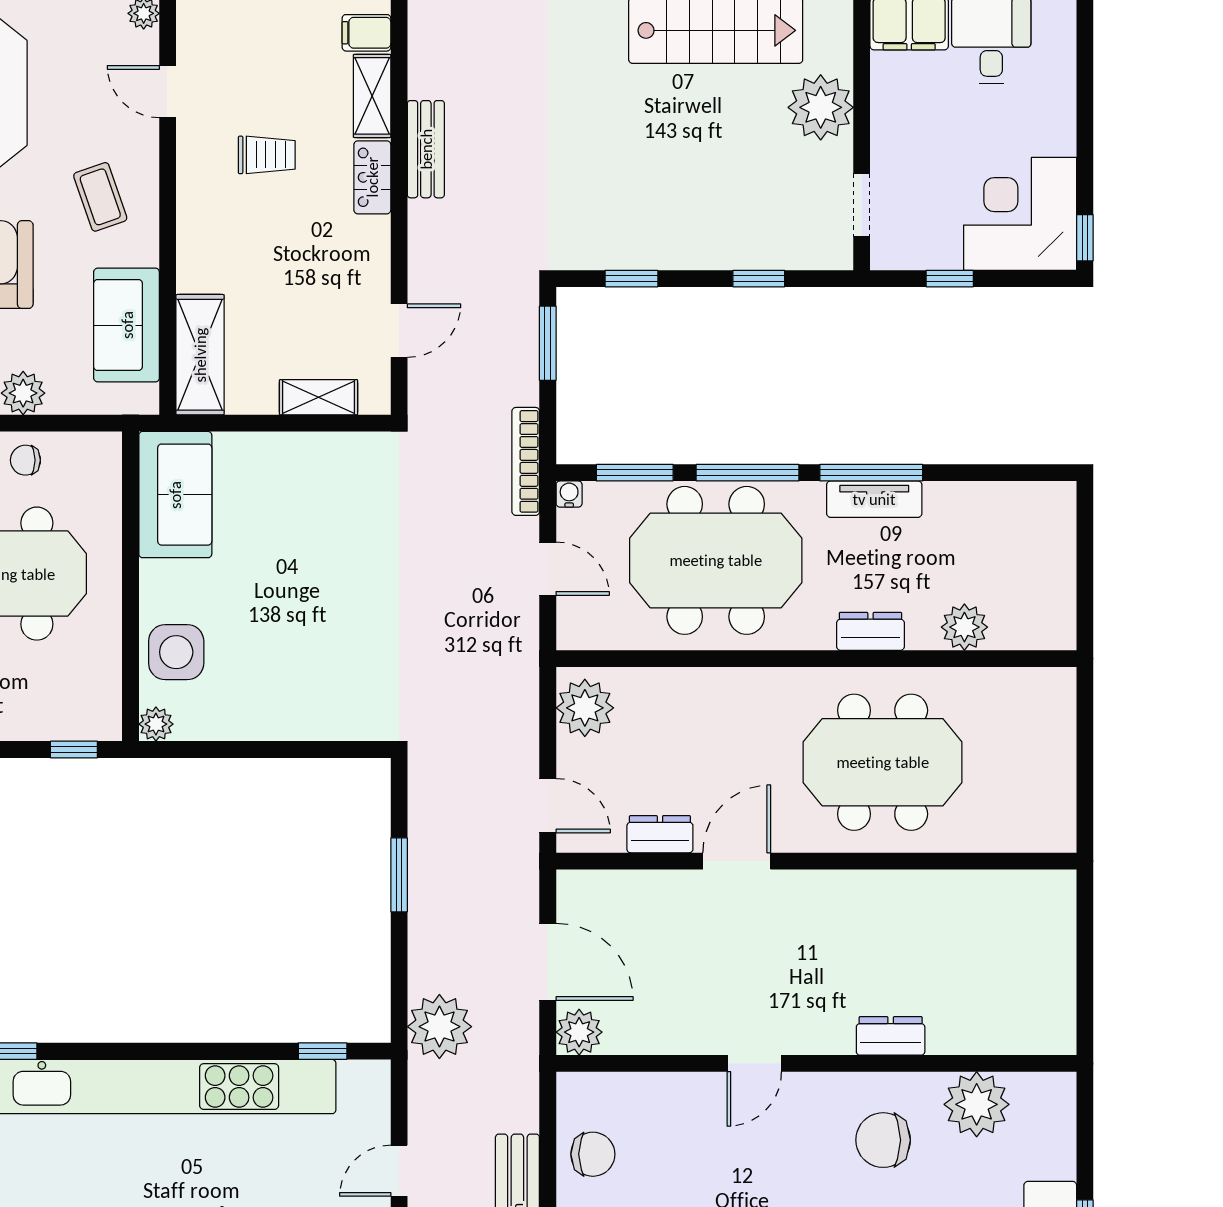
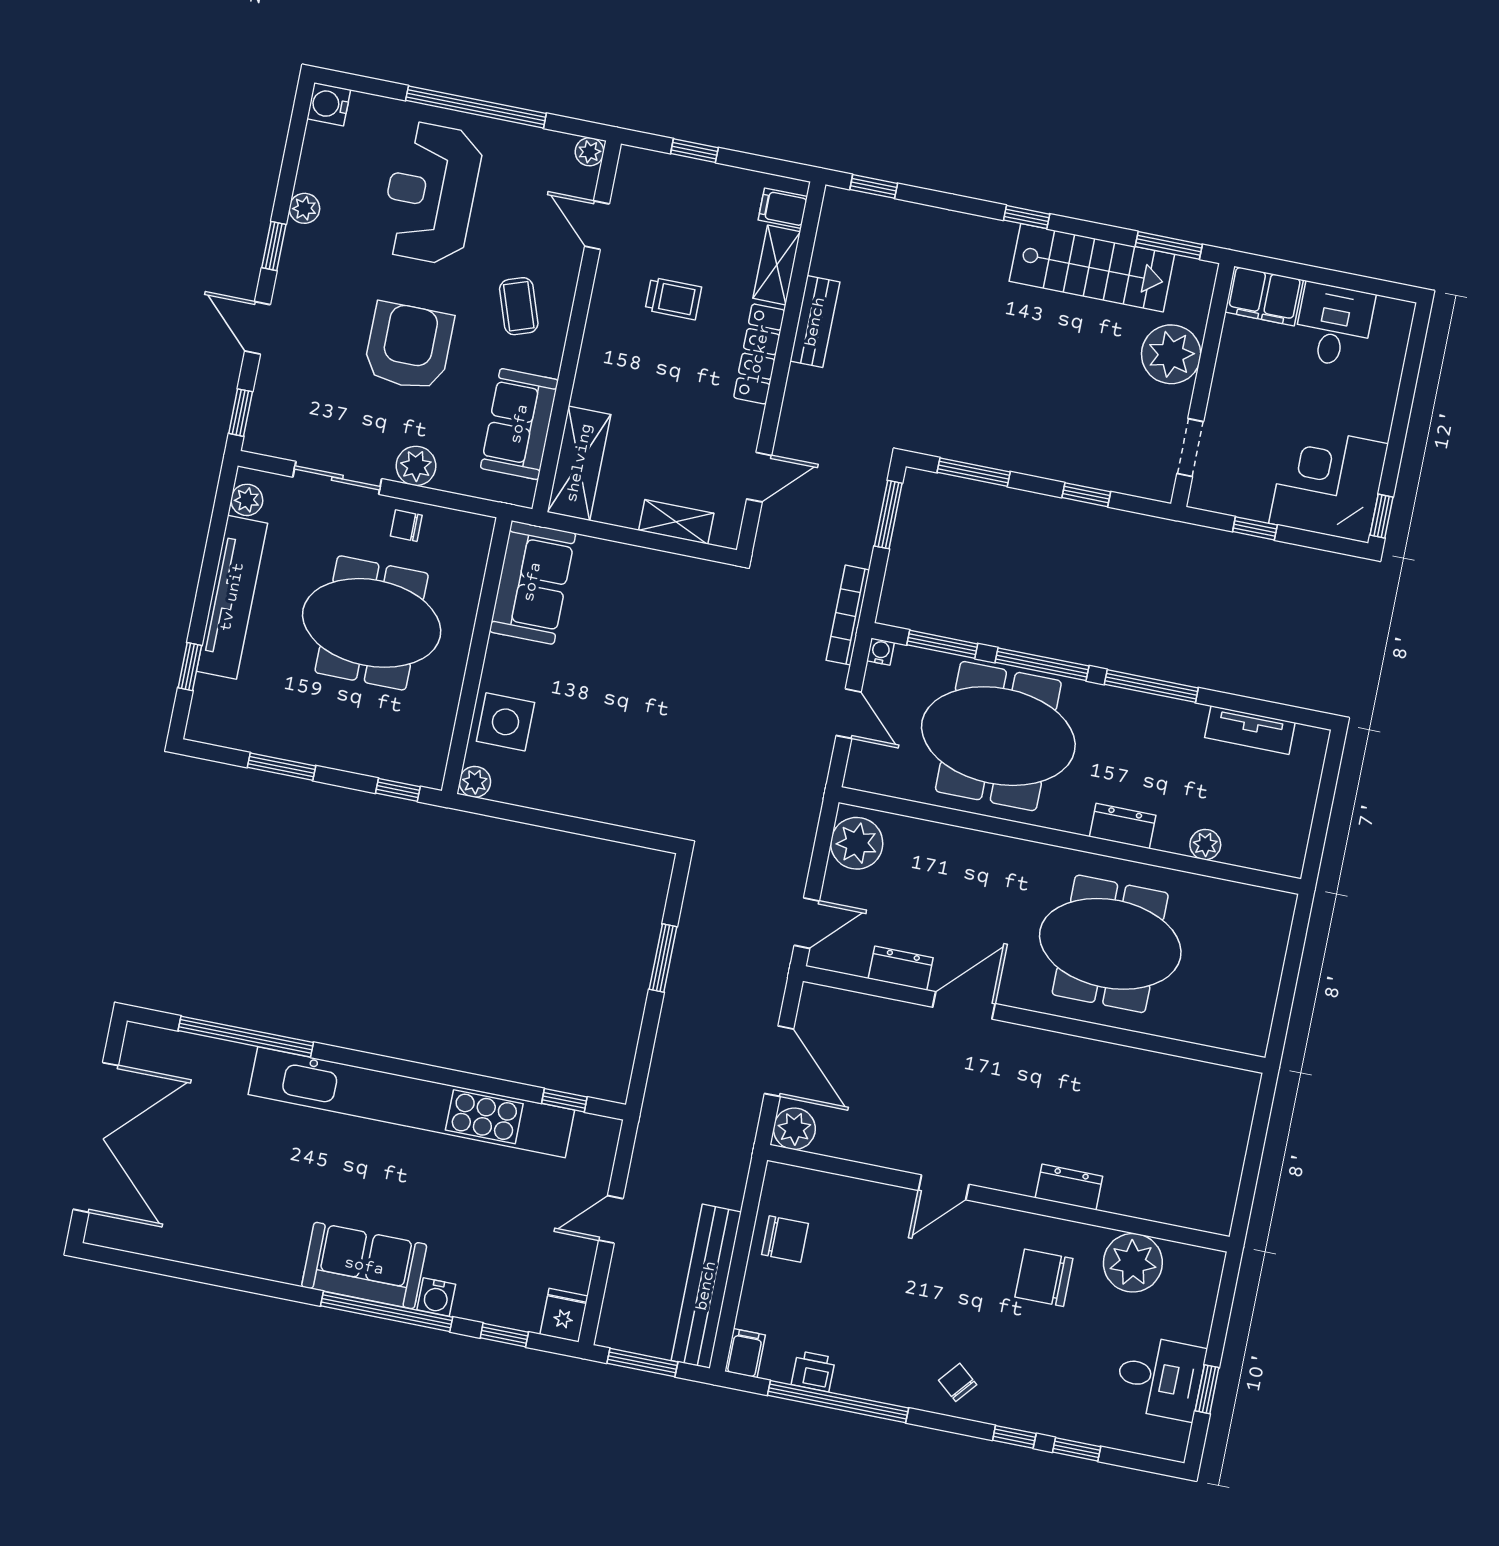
locker: (372, 177) -> (759, 354), width x1.53
window: (631, 279) -> (974, 472), width x1.50
tv unit: (874, 499) -> (1250, 730), moved
plant: (964, 627) -> (1205, 845), width x0.73, depth x0.73
door: (548, 806) -> (807, 923), hinge flipped
plant: (439, 1027) -> (672, 1099), removed

